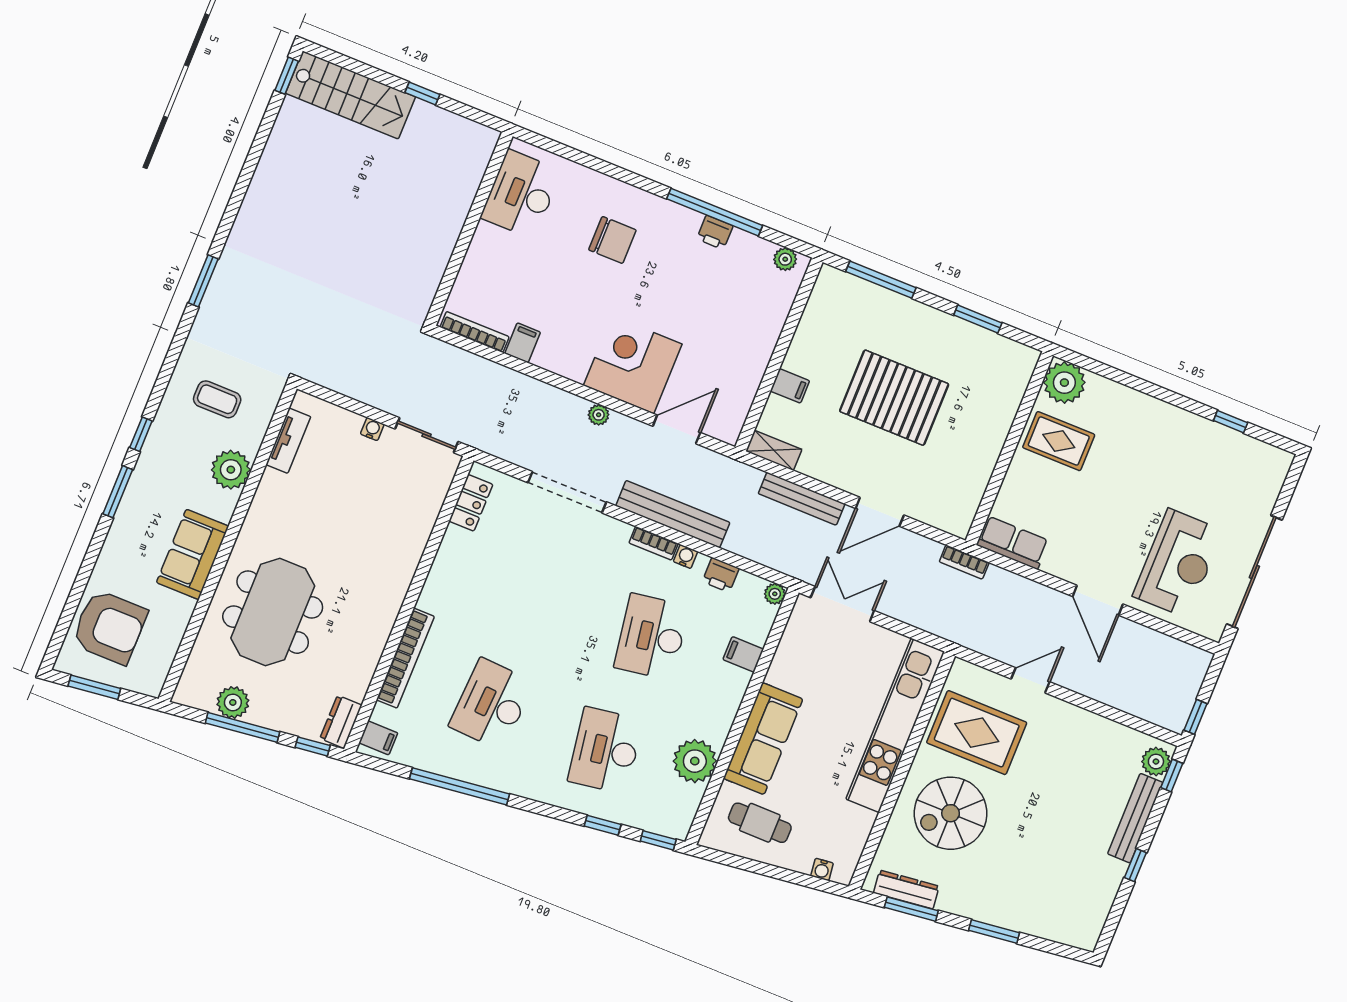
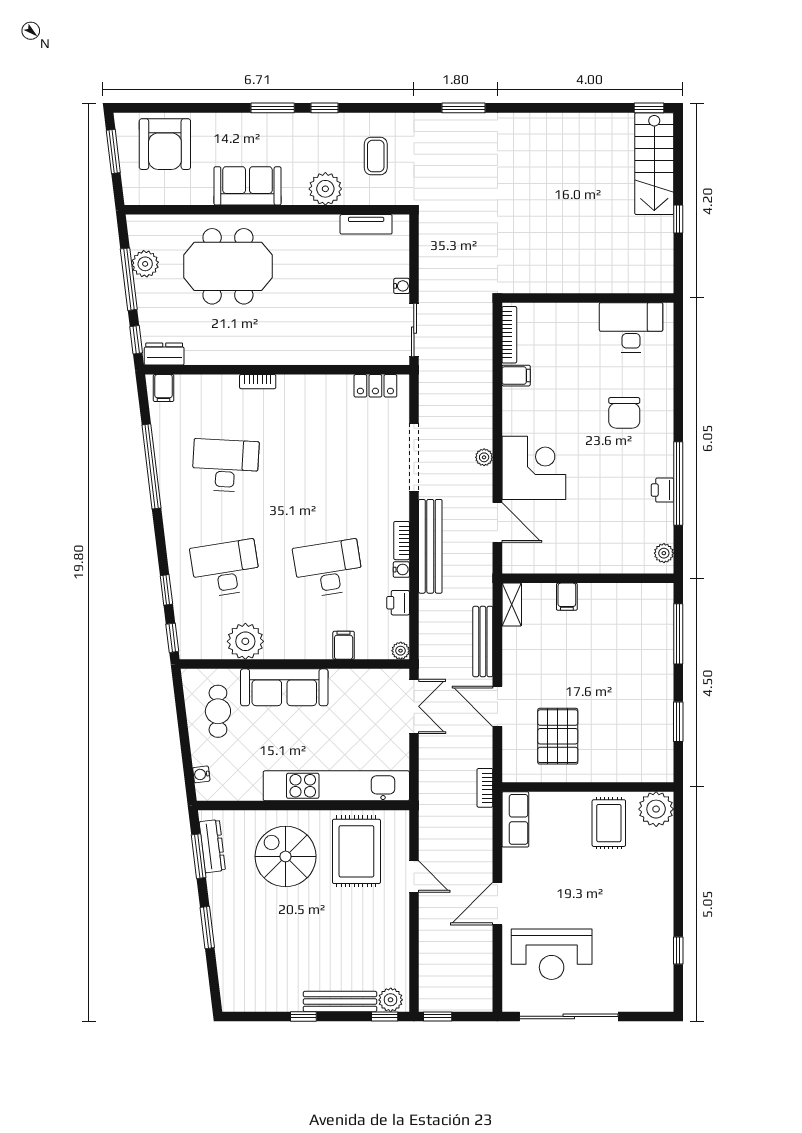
pallet: (894, 398) -> (558, 736), moved, width x0.73, depth x0.71
bookcase: (405, 658) -> (258, 382), width x0.43, depth x0.76

